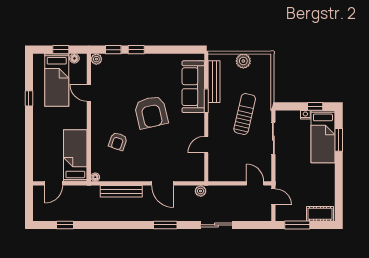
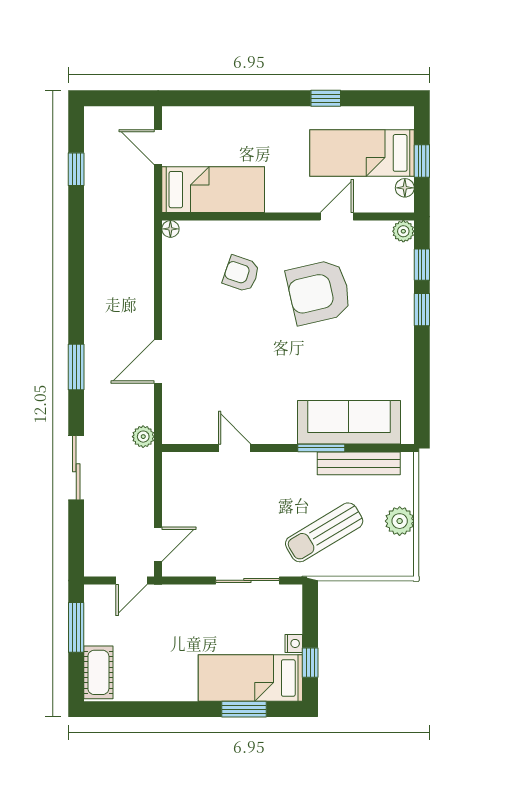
armchair: (151, 112) -> (319, 292), moved
sun lounger: (245, 114) -> (324, 532), moved, turned 136
bench: (121, 191) -> (143, 280), removed

